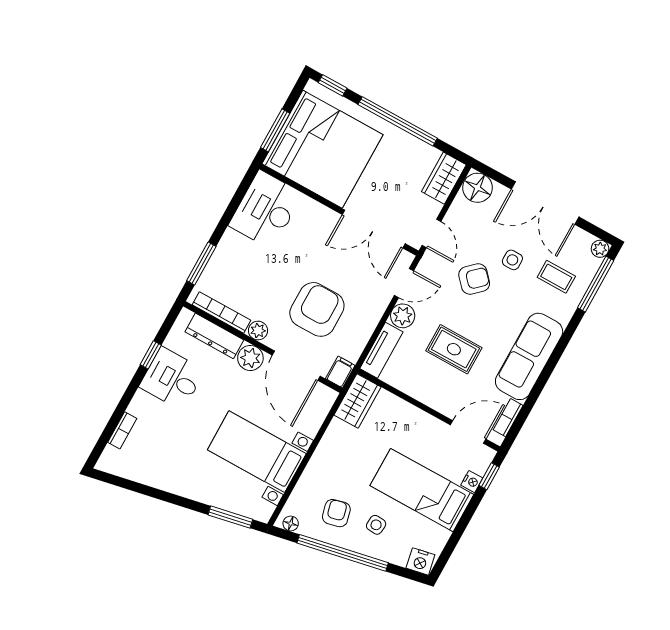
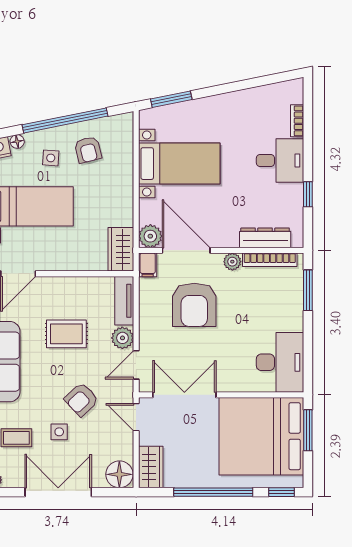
plant: (250, 358) -> (150, 236), moved
desk: (172, 379) -> (280, 160), moved
floor lamp: (291, 524) -> (17, 141), moved

